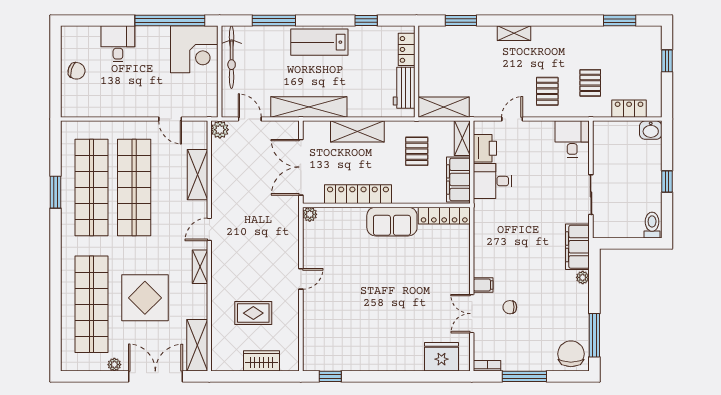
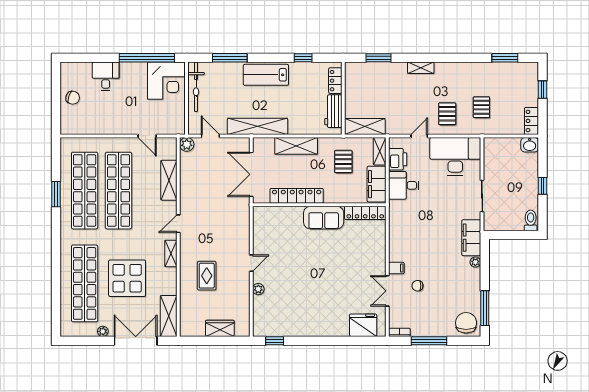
locker: (629, 109) -> (531, 121), moved, turned -90
desk: (572, 139) -> (455, 156), width x1.87, depth x1.30
plant: (310, 214) -> (258, 289), moved
rug: (253, 313) -> (207, 276), moved, turned 90

